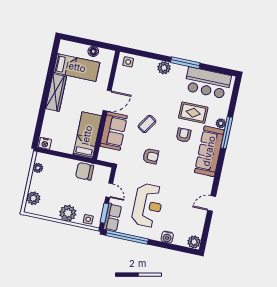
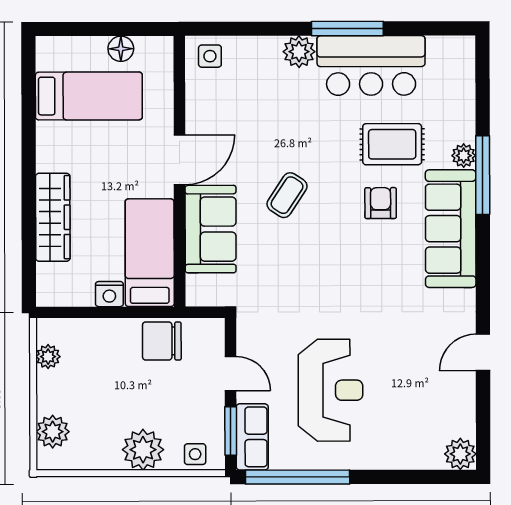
bar counter: (208, 83) -> (371, 65), moved
wardrobe: (56, 92) -> (53, 217), moved
nightstand: (45, 143) -> (109, 294), moved
armchair: (151, 156) -> (313, 271), removed
water cooler: (167, 237) -> (394, 456), removed

